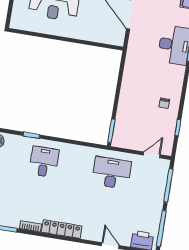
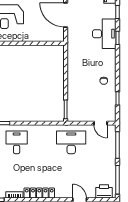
door: (152, 155) -> (100, 123), swing flipped

